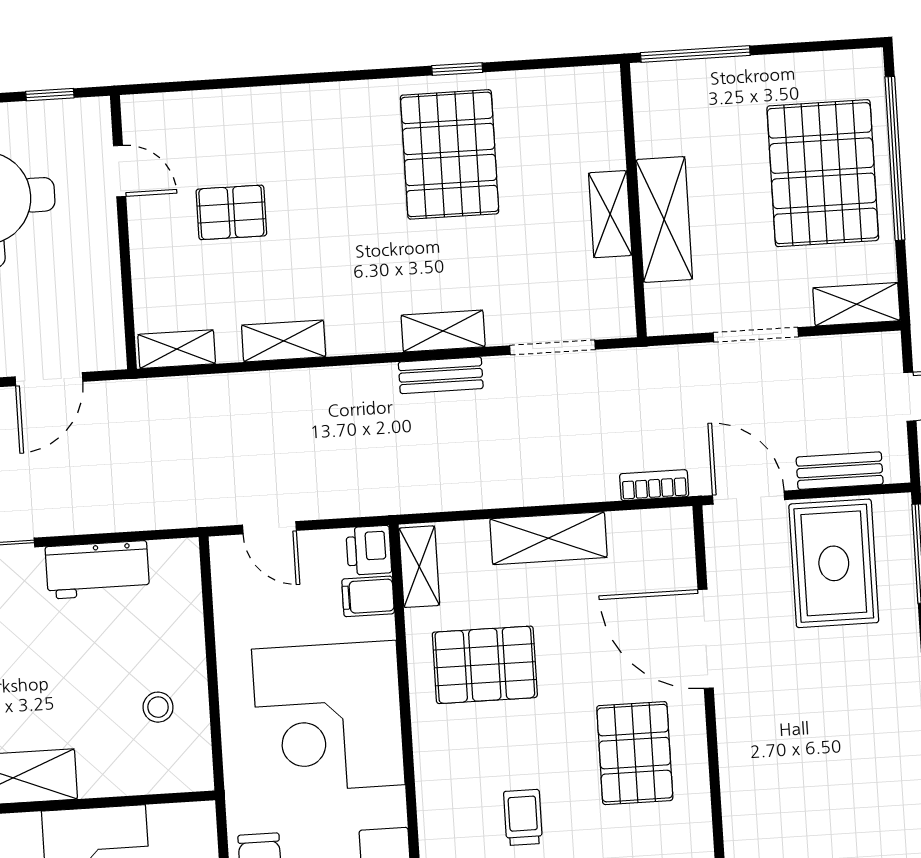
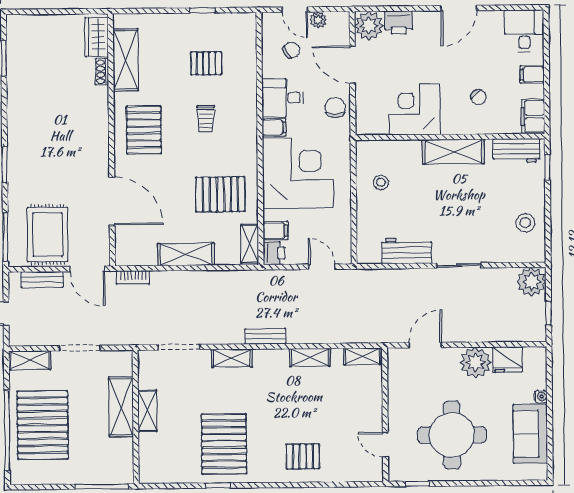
pallet: (231, 212) -> (303, 456), moved
bench: (441, 375) -> (265, 336), moved
pallet: (635, 753) -> (144, 130), moved
filing cabinet: (383, 807) -> (274, 127), added

